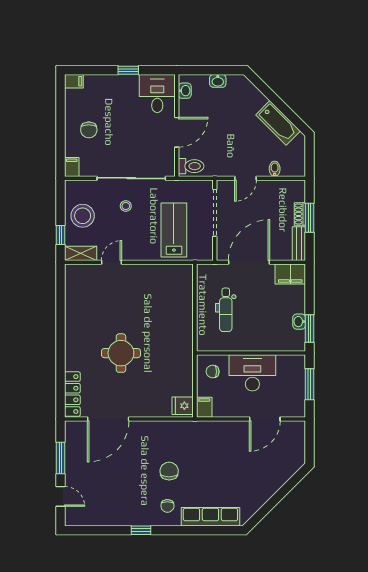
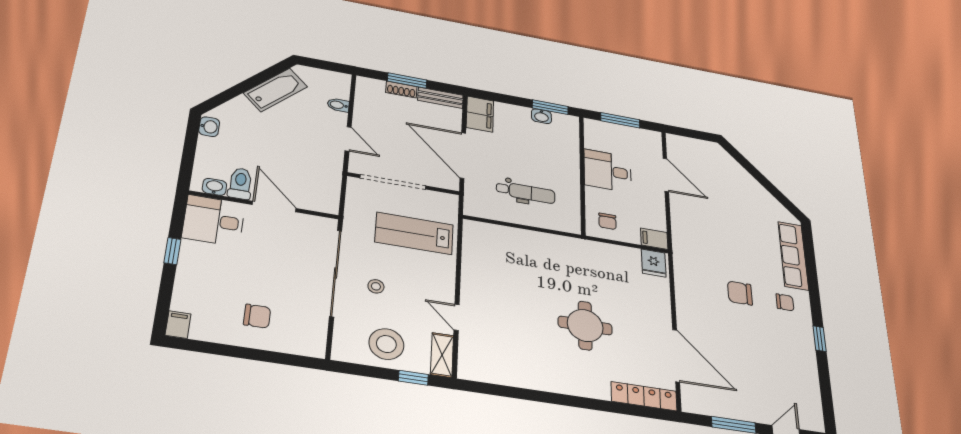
washbasin: (218, 81) -> (209, 127), moved
toilet: (191, 166) -> (240, 184), moved
filing cabinet: (72, 167) -> (311, 347), removed
desk: (252, 373) -> (608, 171), width x0.73

